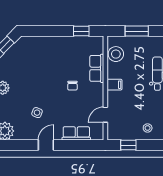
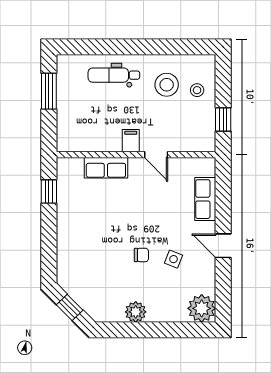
window: (137, 31) -> (49, 91), moved
stool: (116, 54) -> (167, 85), moved
chair: (72, 86) -> (141, 255), moved
door: (105, 115) -> (156, 155), moved

